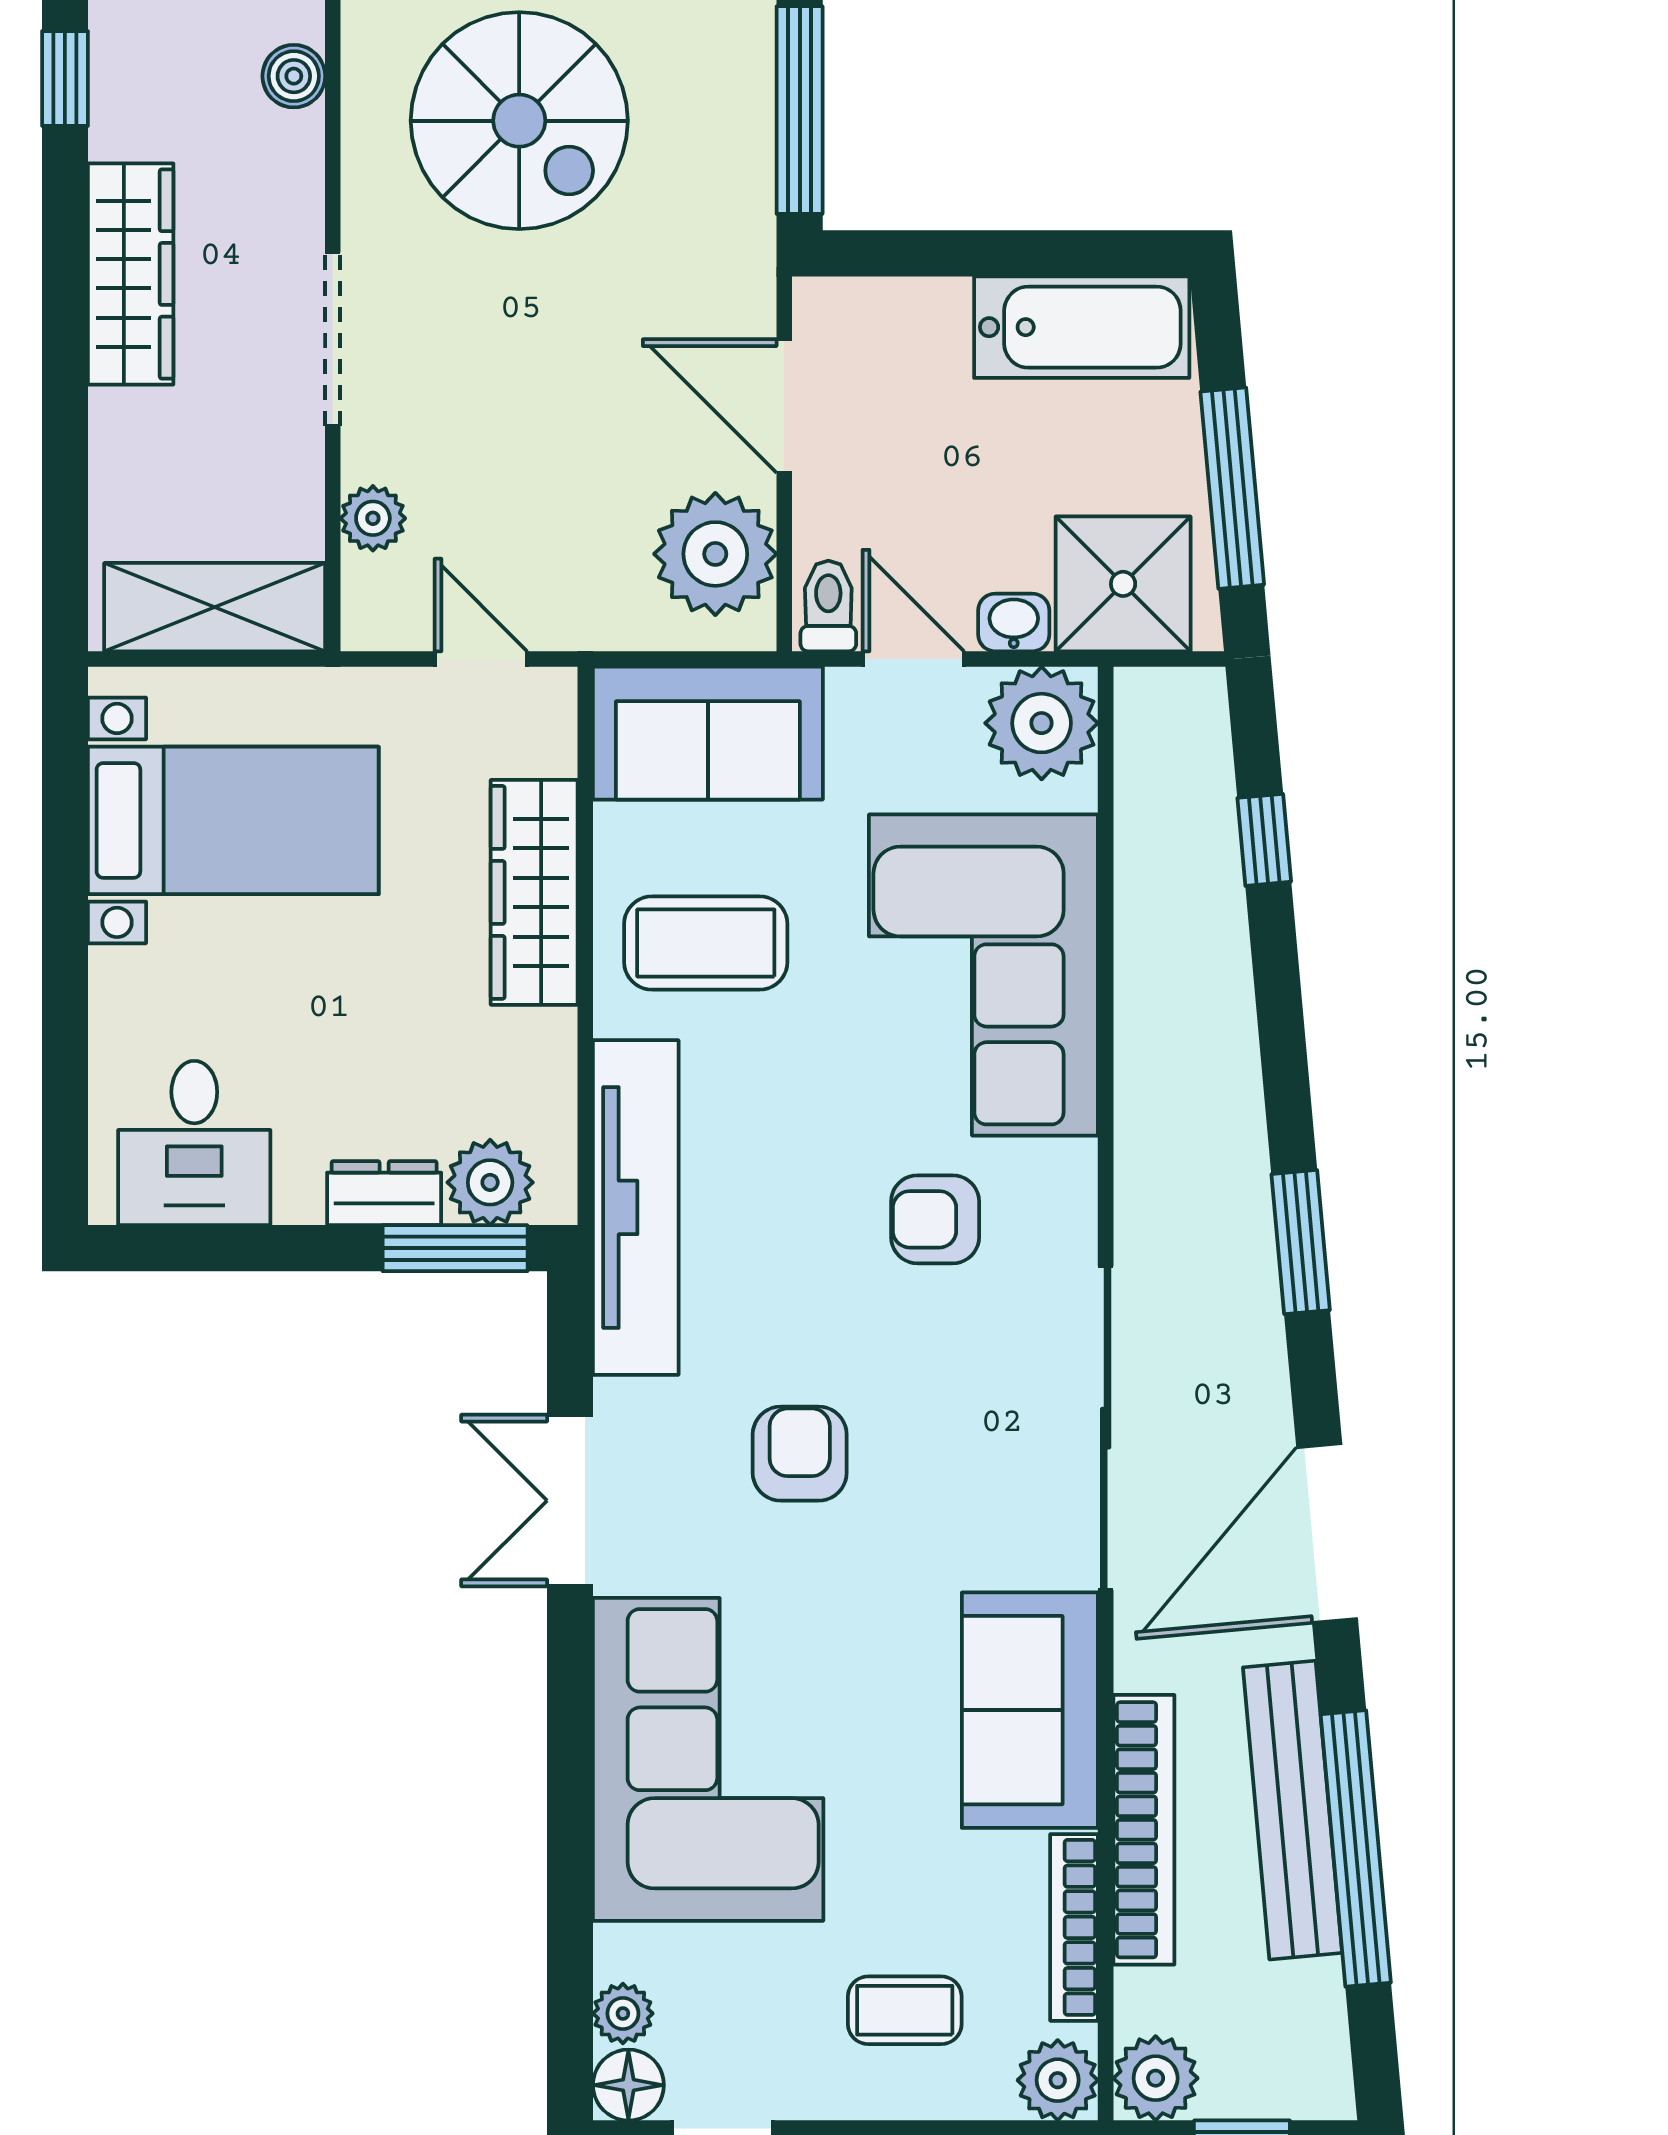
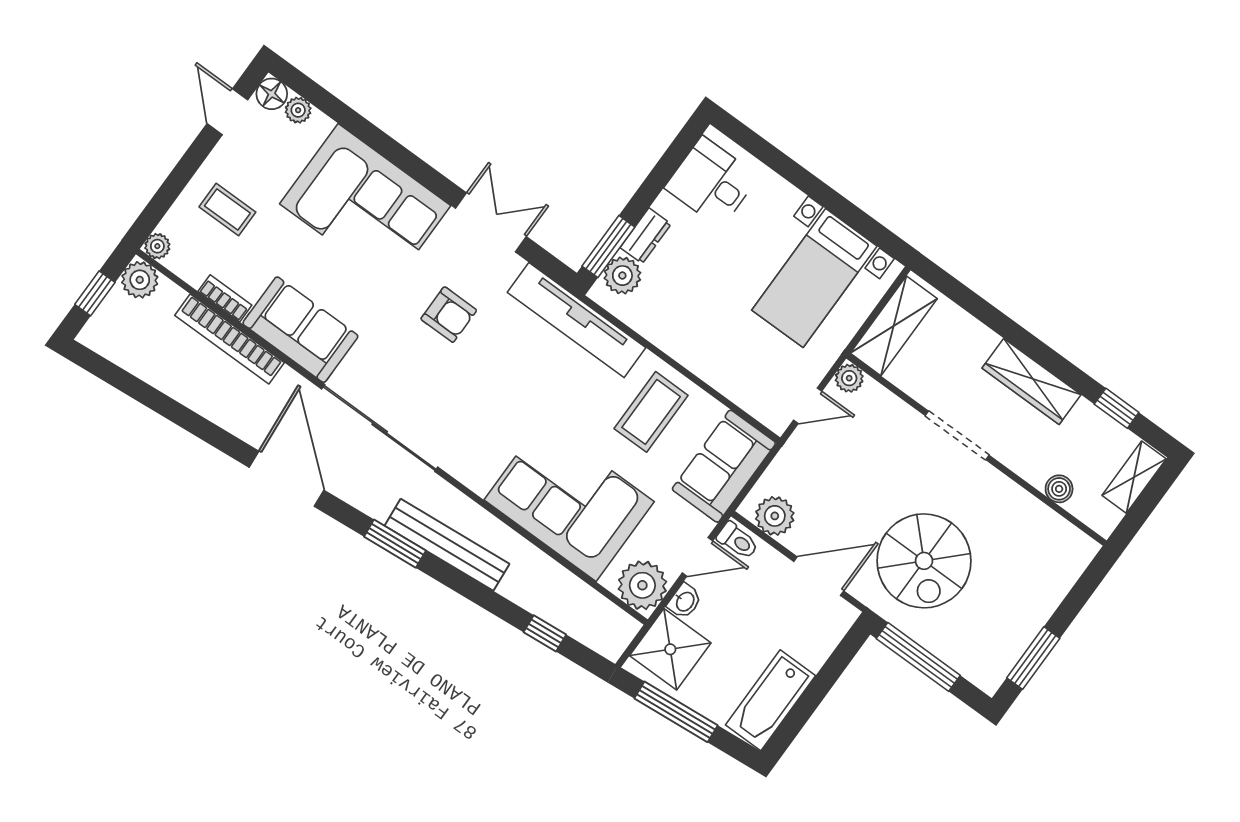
spiral stairs: (519, 121) -> (924, 561), moved, turned -90
plant: (373, 518) -> (849, 378), moved
plant: (715, 554) -> (775, 516), width x0.73, depth x0.73
wardrobe: (534, 892) -> (713, 365), removed
armchair: (935, 1219) -> (496, 422), removed
bench: (1293, 1810) -> (447, 545), moved
window: (1356, 1848) -> (169, 408), removed
bookcase: (1074, 1927) -> (225, 298), width x0.64
coffee table: (905, 2010) -> (227, 209), turned 90
plant: (1058, 2080) -> (157, 246), width x0.73, depth x0.73

